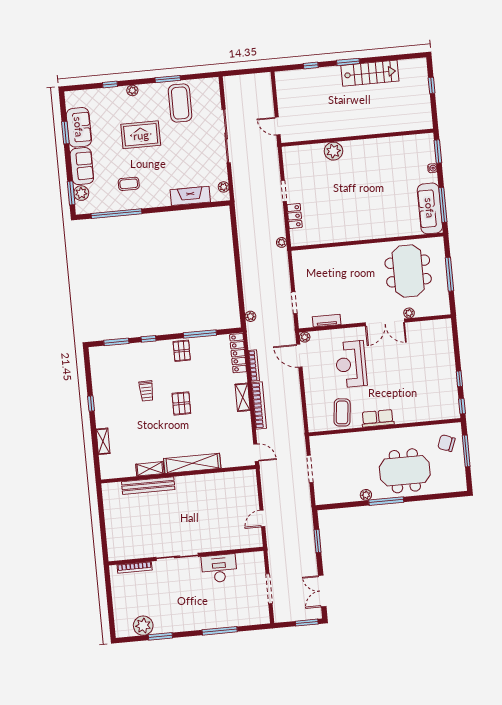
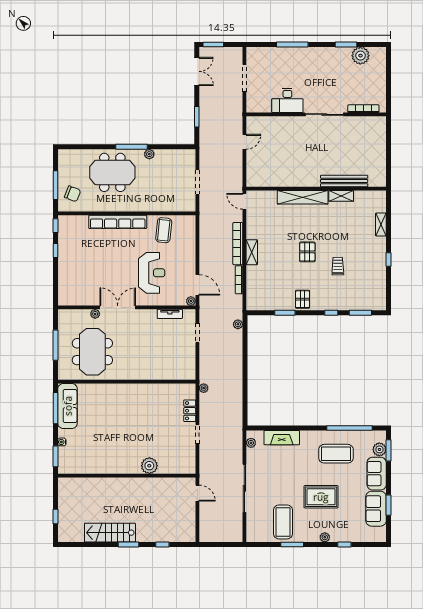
coffee table: (129, 184) -> (336, 454), width x1.86, depth x1.72
window: (200, 334) -> (285, 313), width x0.69
locker: (238, 353) -> (252, 292), removed
row of seats: (378, 418) -> (118, 222), width x2.02

